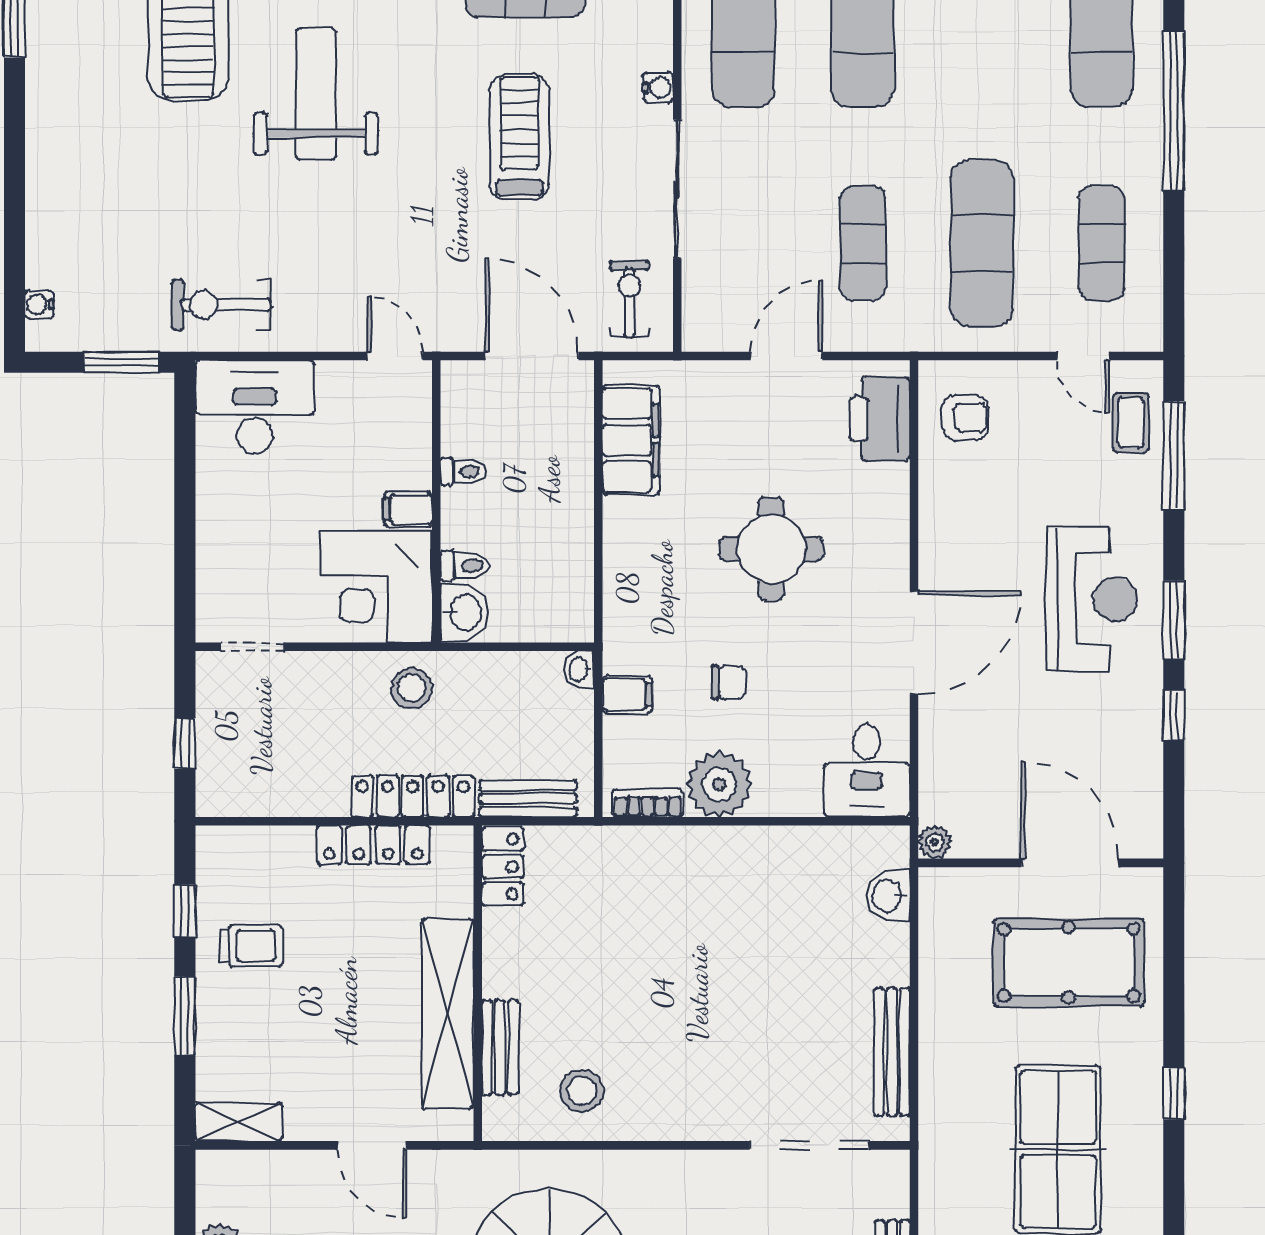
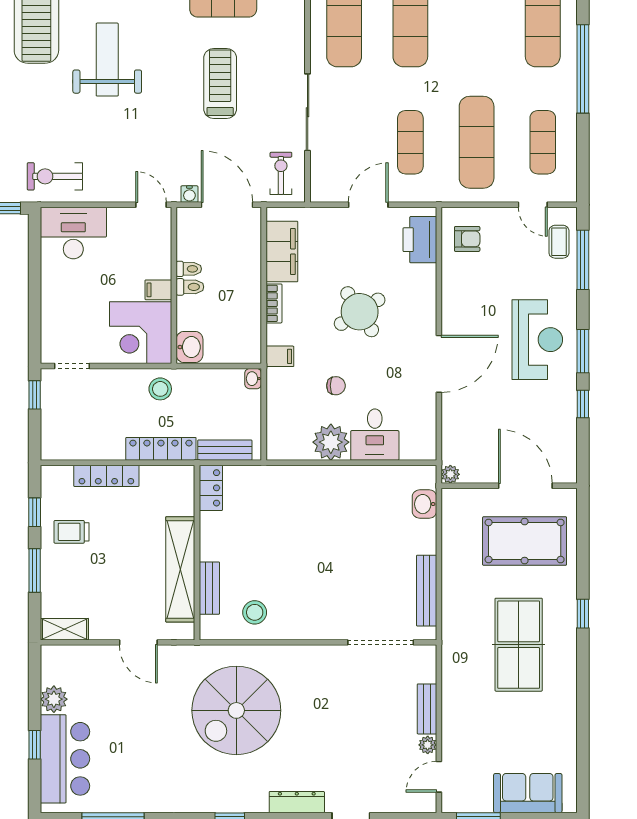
water cooler: (658, 87) -> (189, 194), moved, turned 90
round table: (771, 549) -> (360, 312), turned -33
toilet: (465, 566) -> (190, 287), moved
filing cabinet: (627, 694) -> (280, 356), moved
window: (185, 743) -> (35, 395), moved
desk: (867, 771) -> (375, 435), moved
bookcase: (648, 803) -> (274, 303), moved, turned 90
locker: (373, 845) -> (106, 476), moved
trolley: (252, 946) -> (72, 532), turned 180

